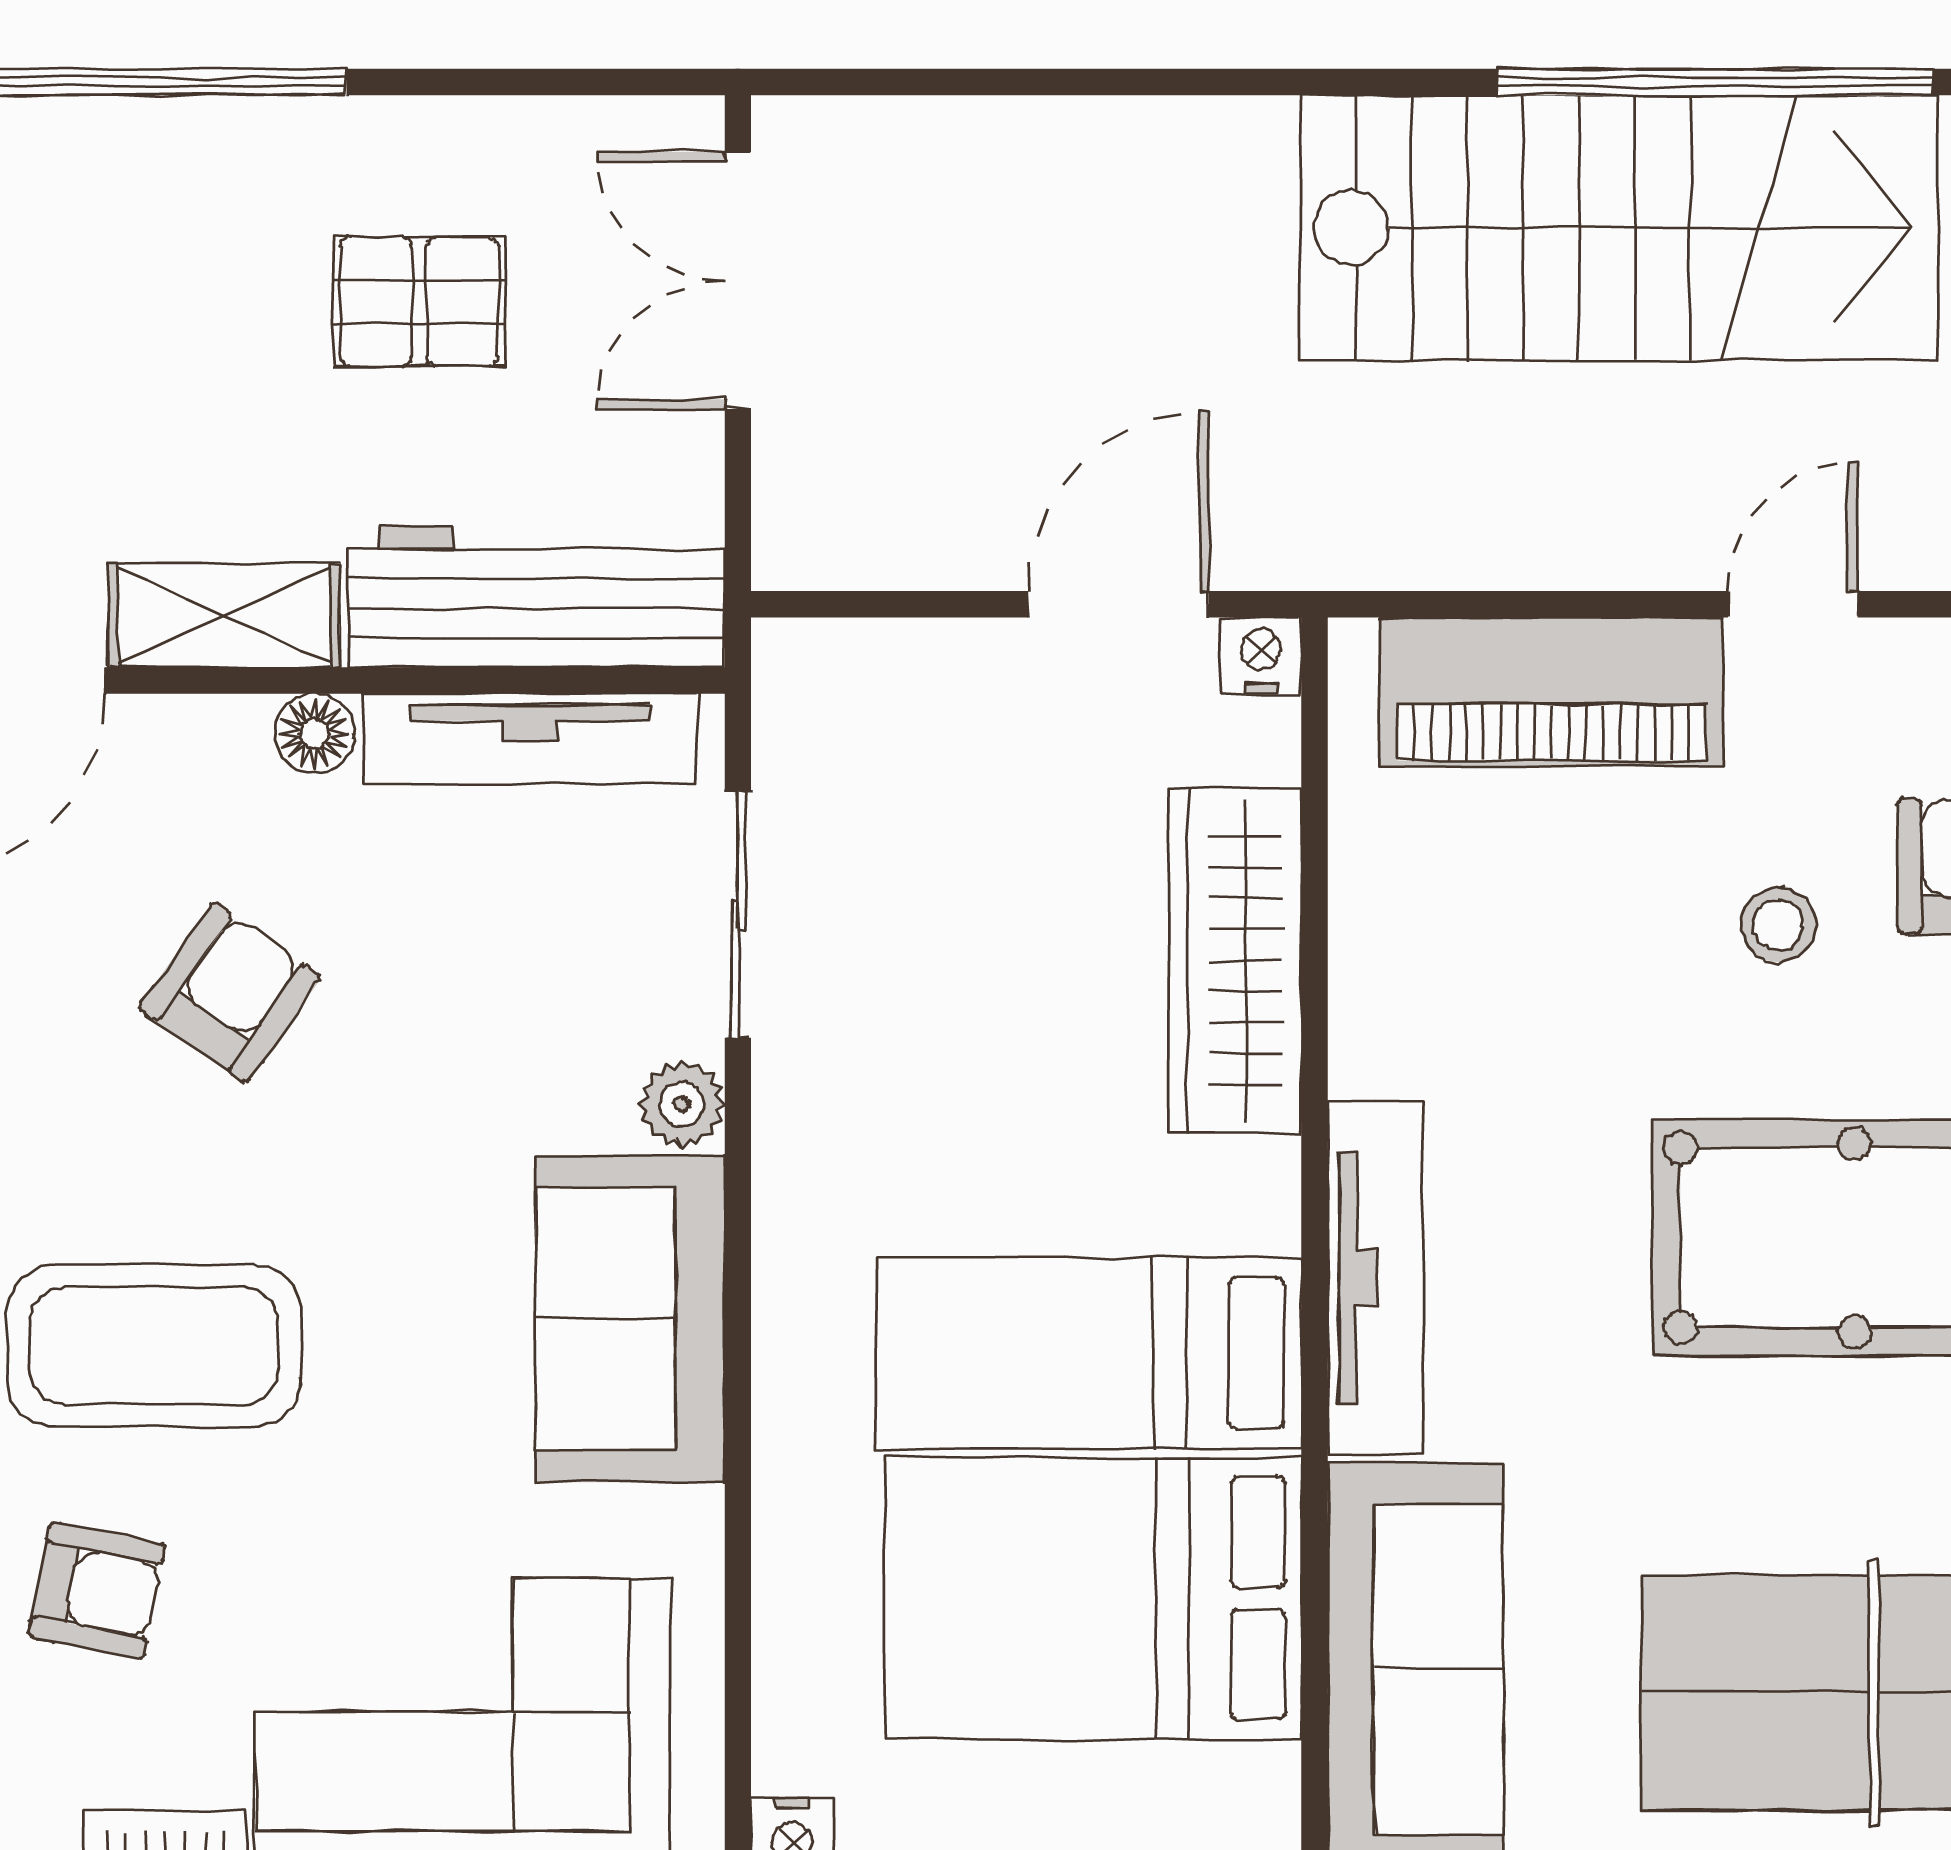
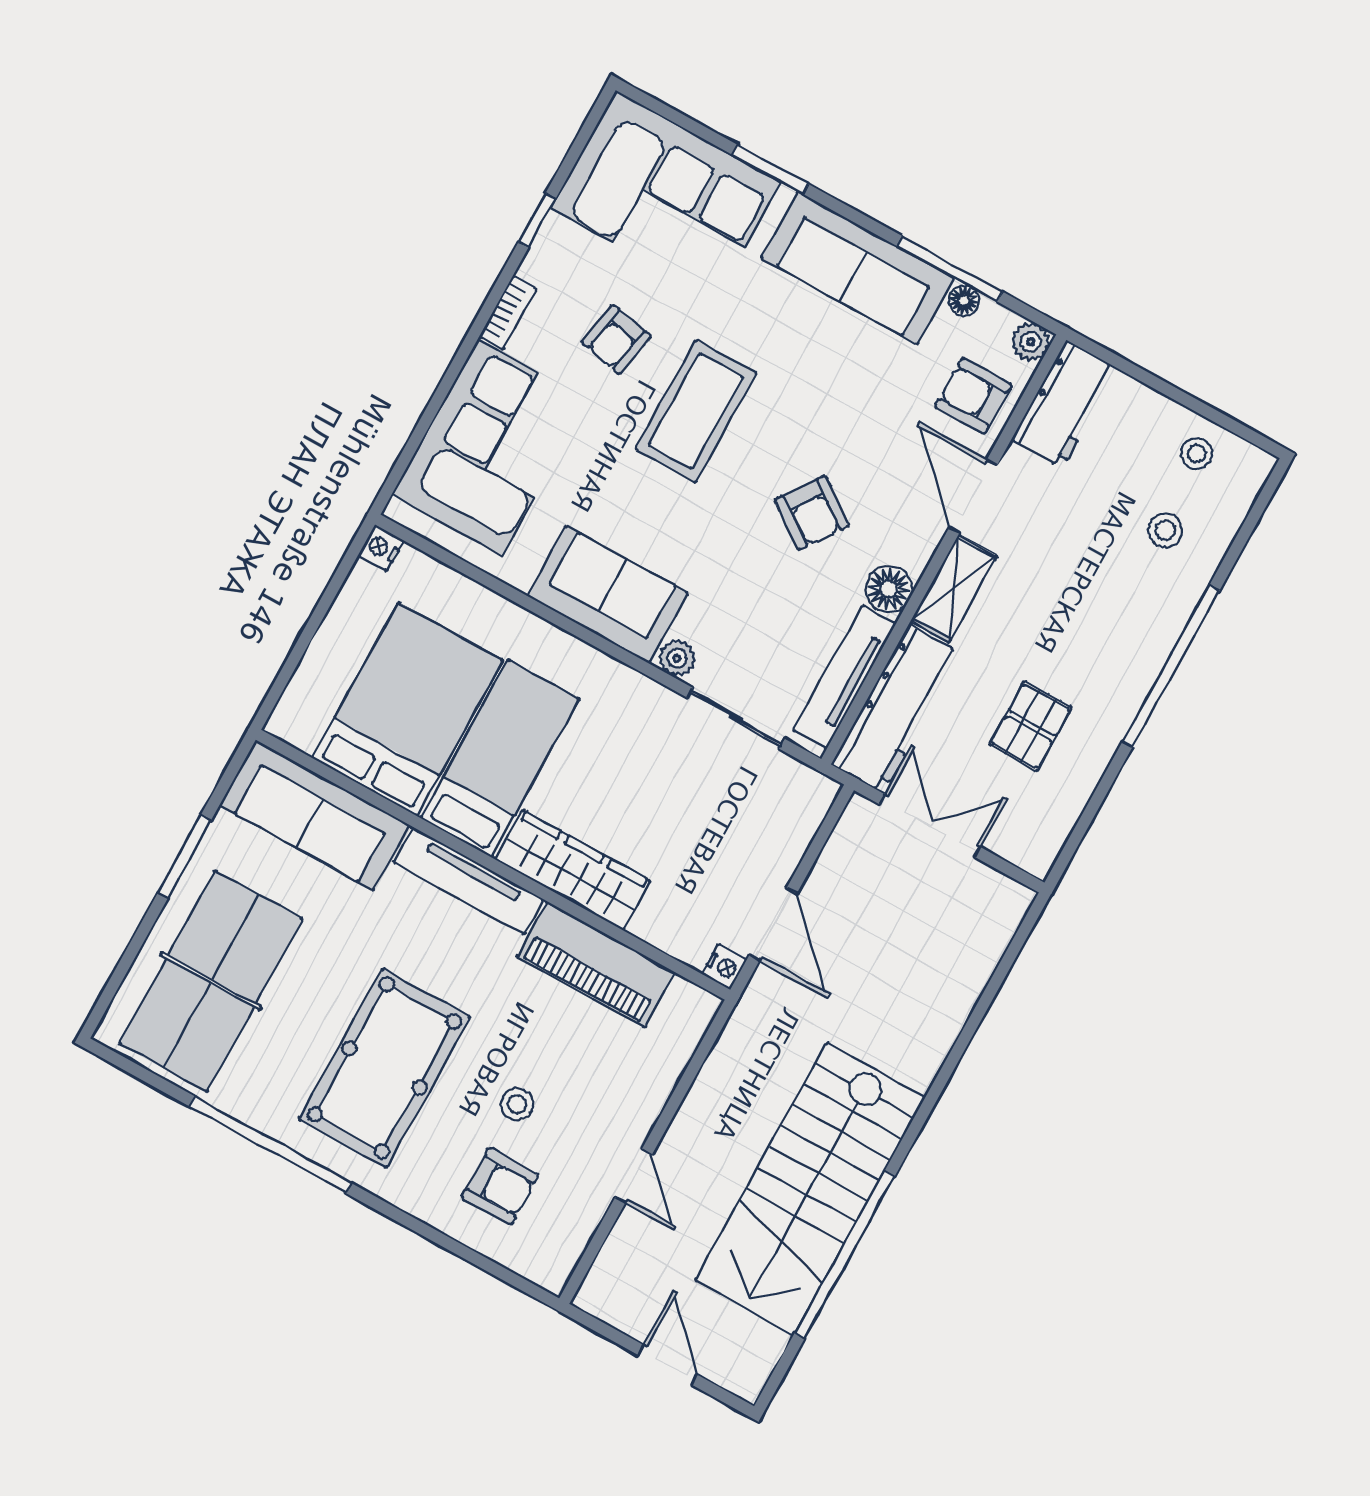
double door: (738, 281) -> (930, 826), moved
piano: (1552, 692) -> (596, 964), moved, turned -90
floor lamp: (314, 733) -> (889, 589), width x1.37, depth x1.37
wardrobe: (1235, 960) -> (573, 870), moved

